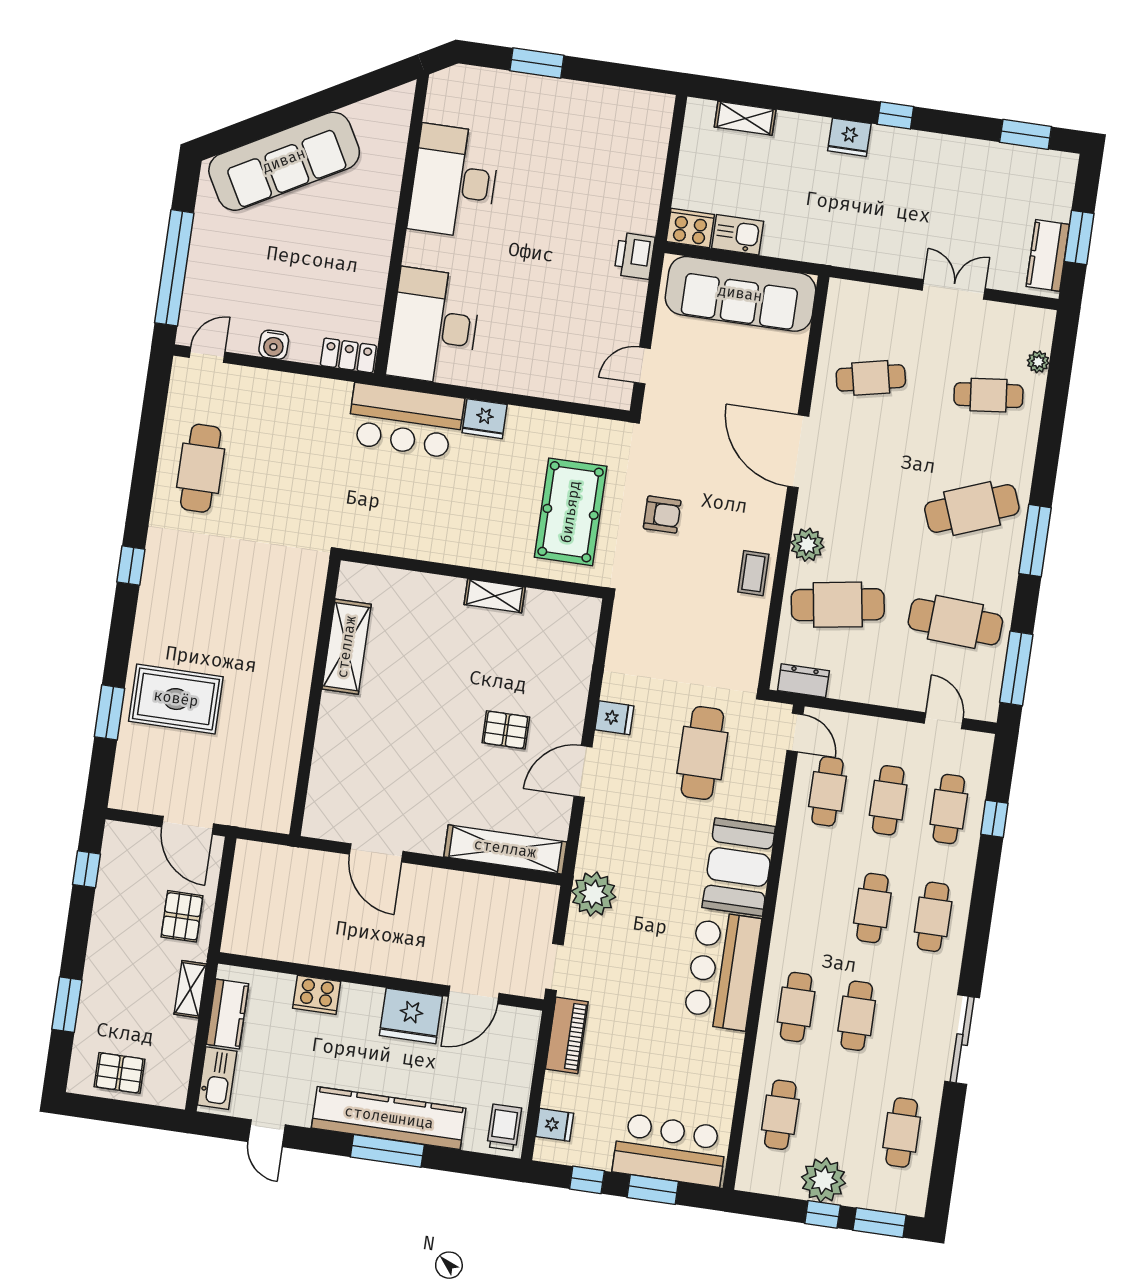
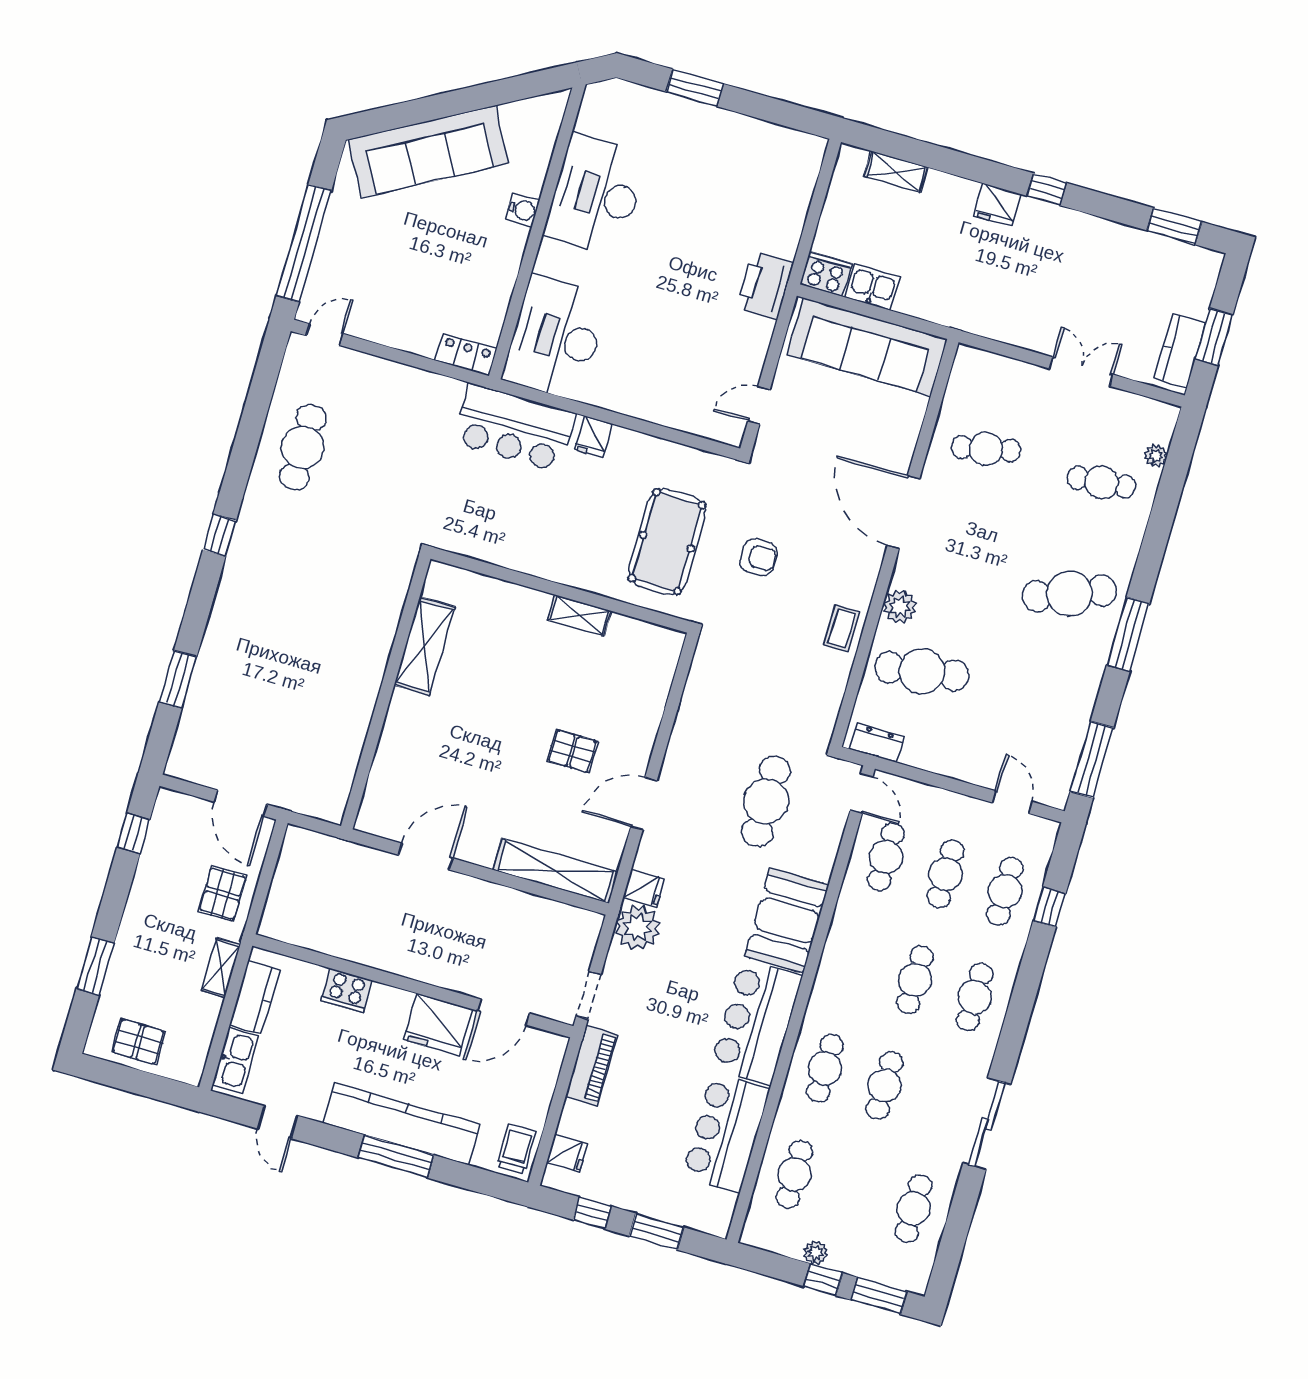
printer: (634, 256) -> (765, 285), width x1.37, depth x1.19
water cooler: (274, 345) -> (523, 210), moved, turned -90
fridge: (485, 419) -> (594, 437), width x0.72
cafe table: (955, 622) -> (1037, 705), removed
rug: (176, 699) -> (246, 675), removed
fridge: (614, 718) -> (644, 888), moved
door: (376, 853) -> (426, 857), swing flipped
bar counter: (670, 1150) -> (726, 1133), moved, turned -90
plant: (824, 1180) -> (816, 1253), width x0.53, depth x0.53

